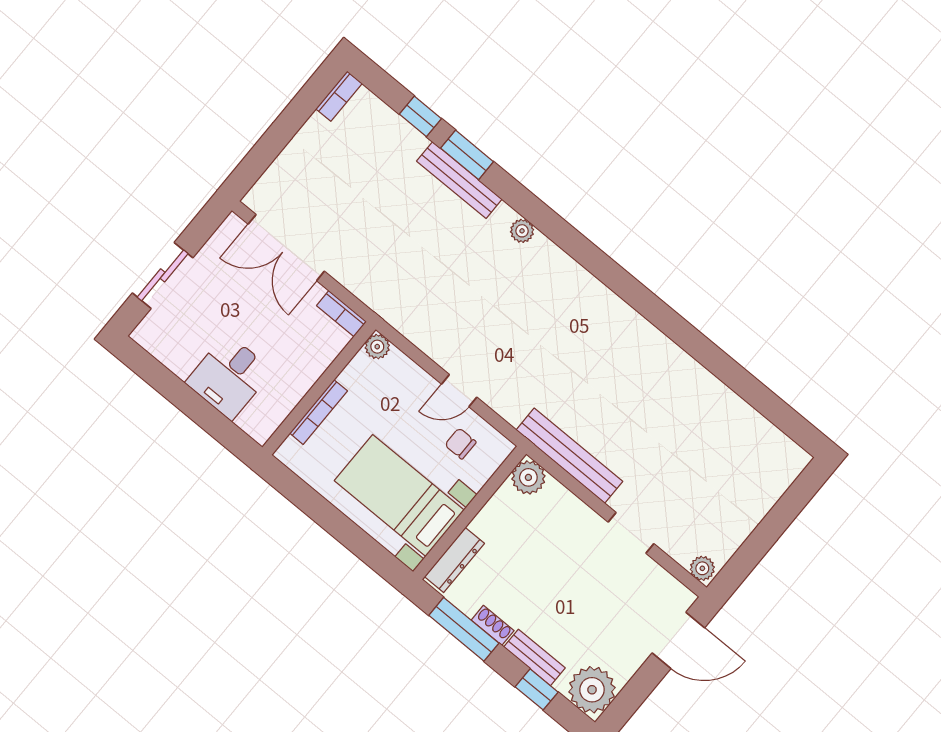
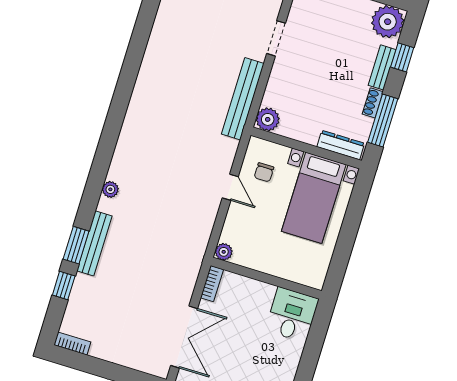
desk: (229, 377) -> (292, 315), moved, turned -90
bookcase: (319, 412) -> (282, 272), removed

